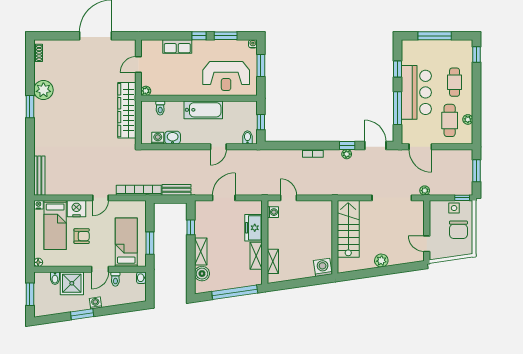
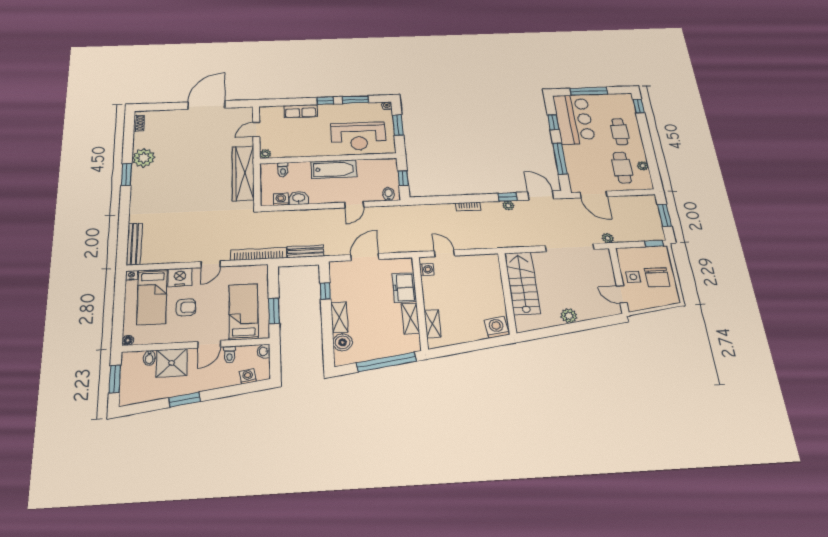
bar counter: (416, 92) -> (574, 119), moved
side table: (454, 208) -> (633, 277), moved
washing machine: (95, 303) -> (248, 376), moved

